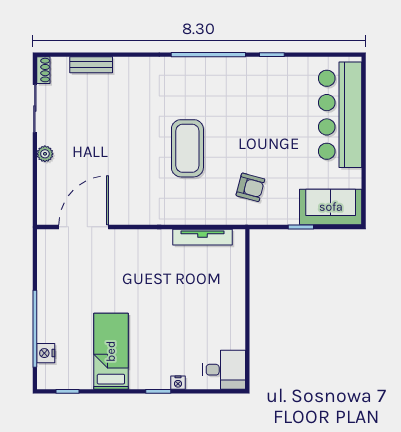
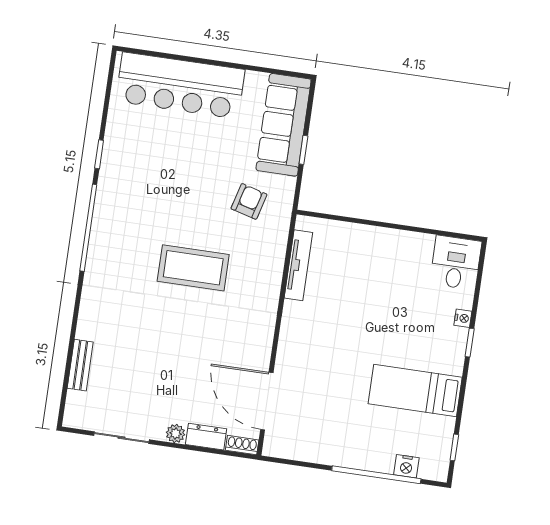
shoe rack: (43, 70) -> (242, 445), moved
dresser: (46, 180) -> (206, 437), added
sofa: (331, 207) -> (284, 125), width x1.36

